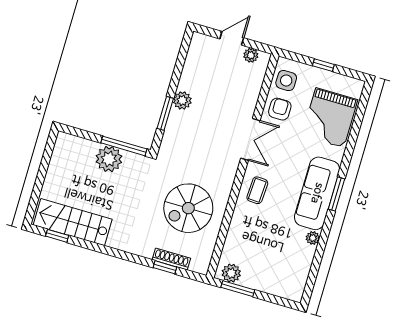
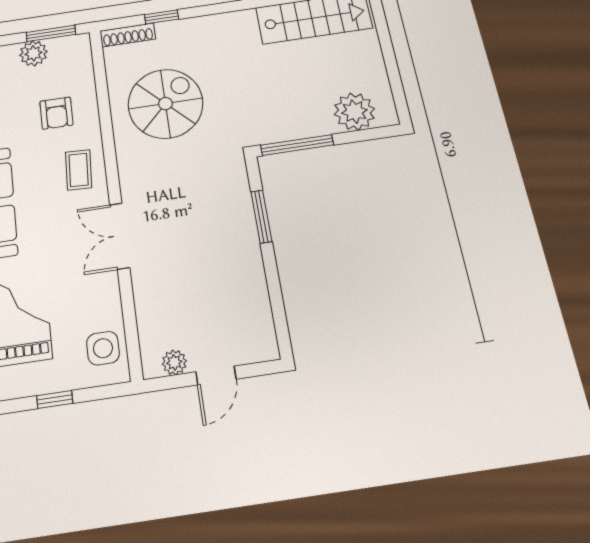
plant: (182, 100) -> (246, 246), removed
armchair: (280, 109) -> (56, 113), moved
plant: (109, 159) -> (354, 112), moved
shoe rack: (171, 259) -> (128, 35), moved
plant: (231, 273) -> (33, 53), moved

